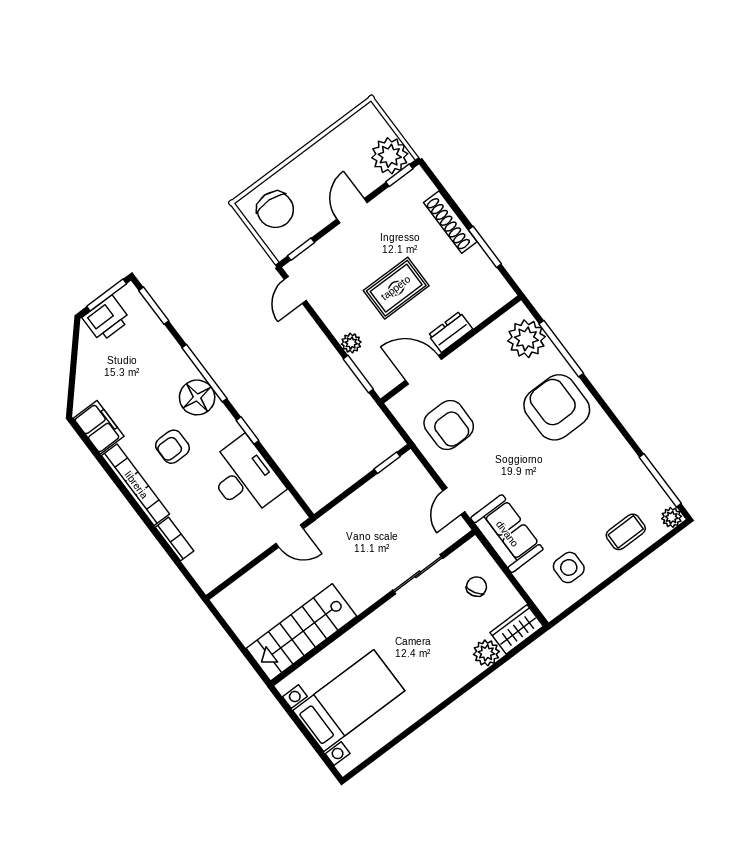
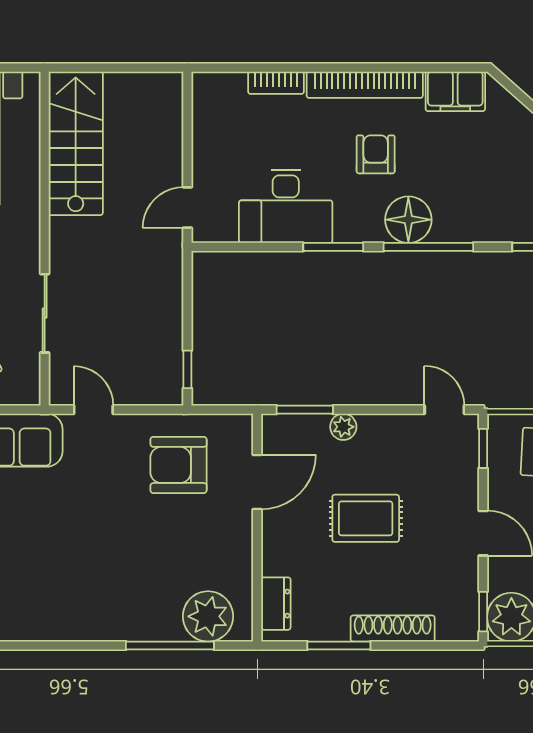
rug: (396, 288) -> (366, 518), turned 90
dresser: (450, 332) -> (276, 604), moved
armchair: (557, 407) -> (111, 594), removed
window: (247, 430) -> (333, 247), width x1.50

